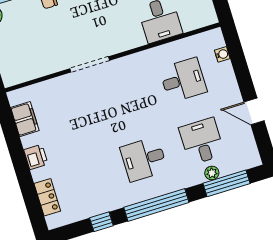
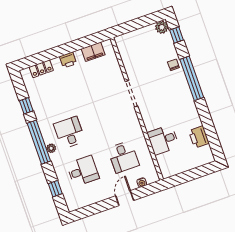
door: (254, 111) -> (125, 198), moved
plant: (212, 173) -> (51, 148), moved
window: (226, 183) -> (55, 189), width x0.46

